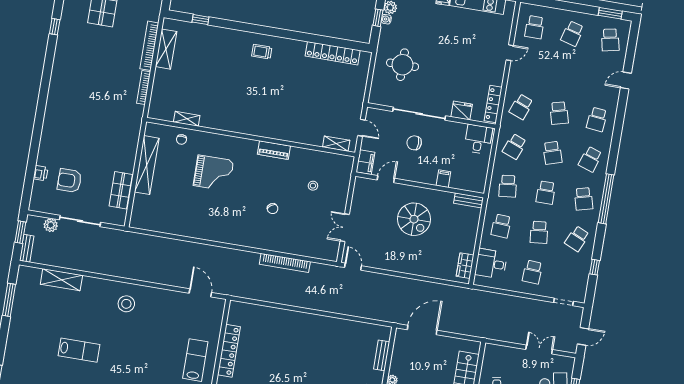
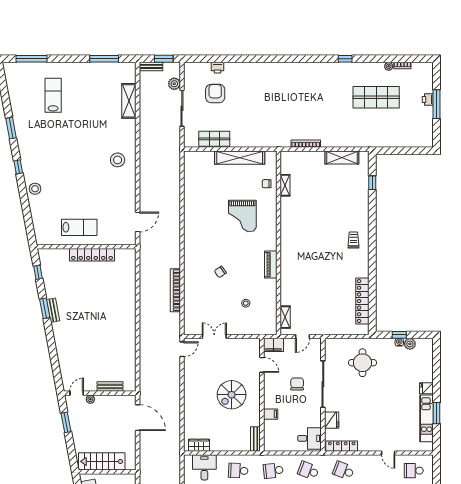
bookcase: (149, 46) -> (342, 143), removed
lab bench: (79, 350) -> (53, 95), moved, turned 180

